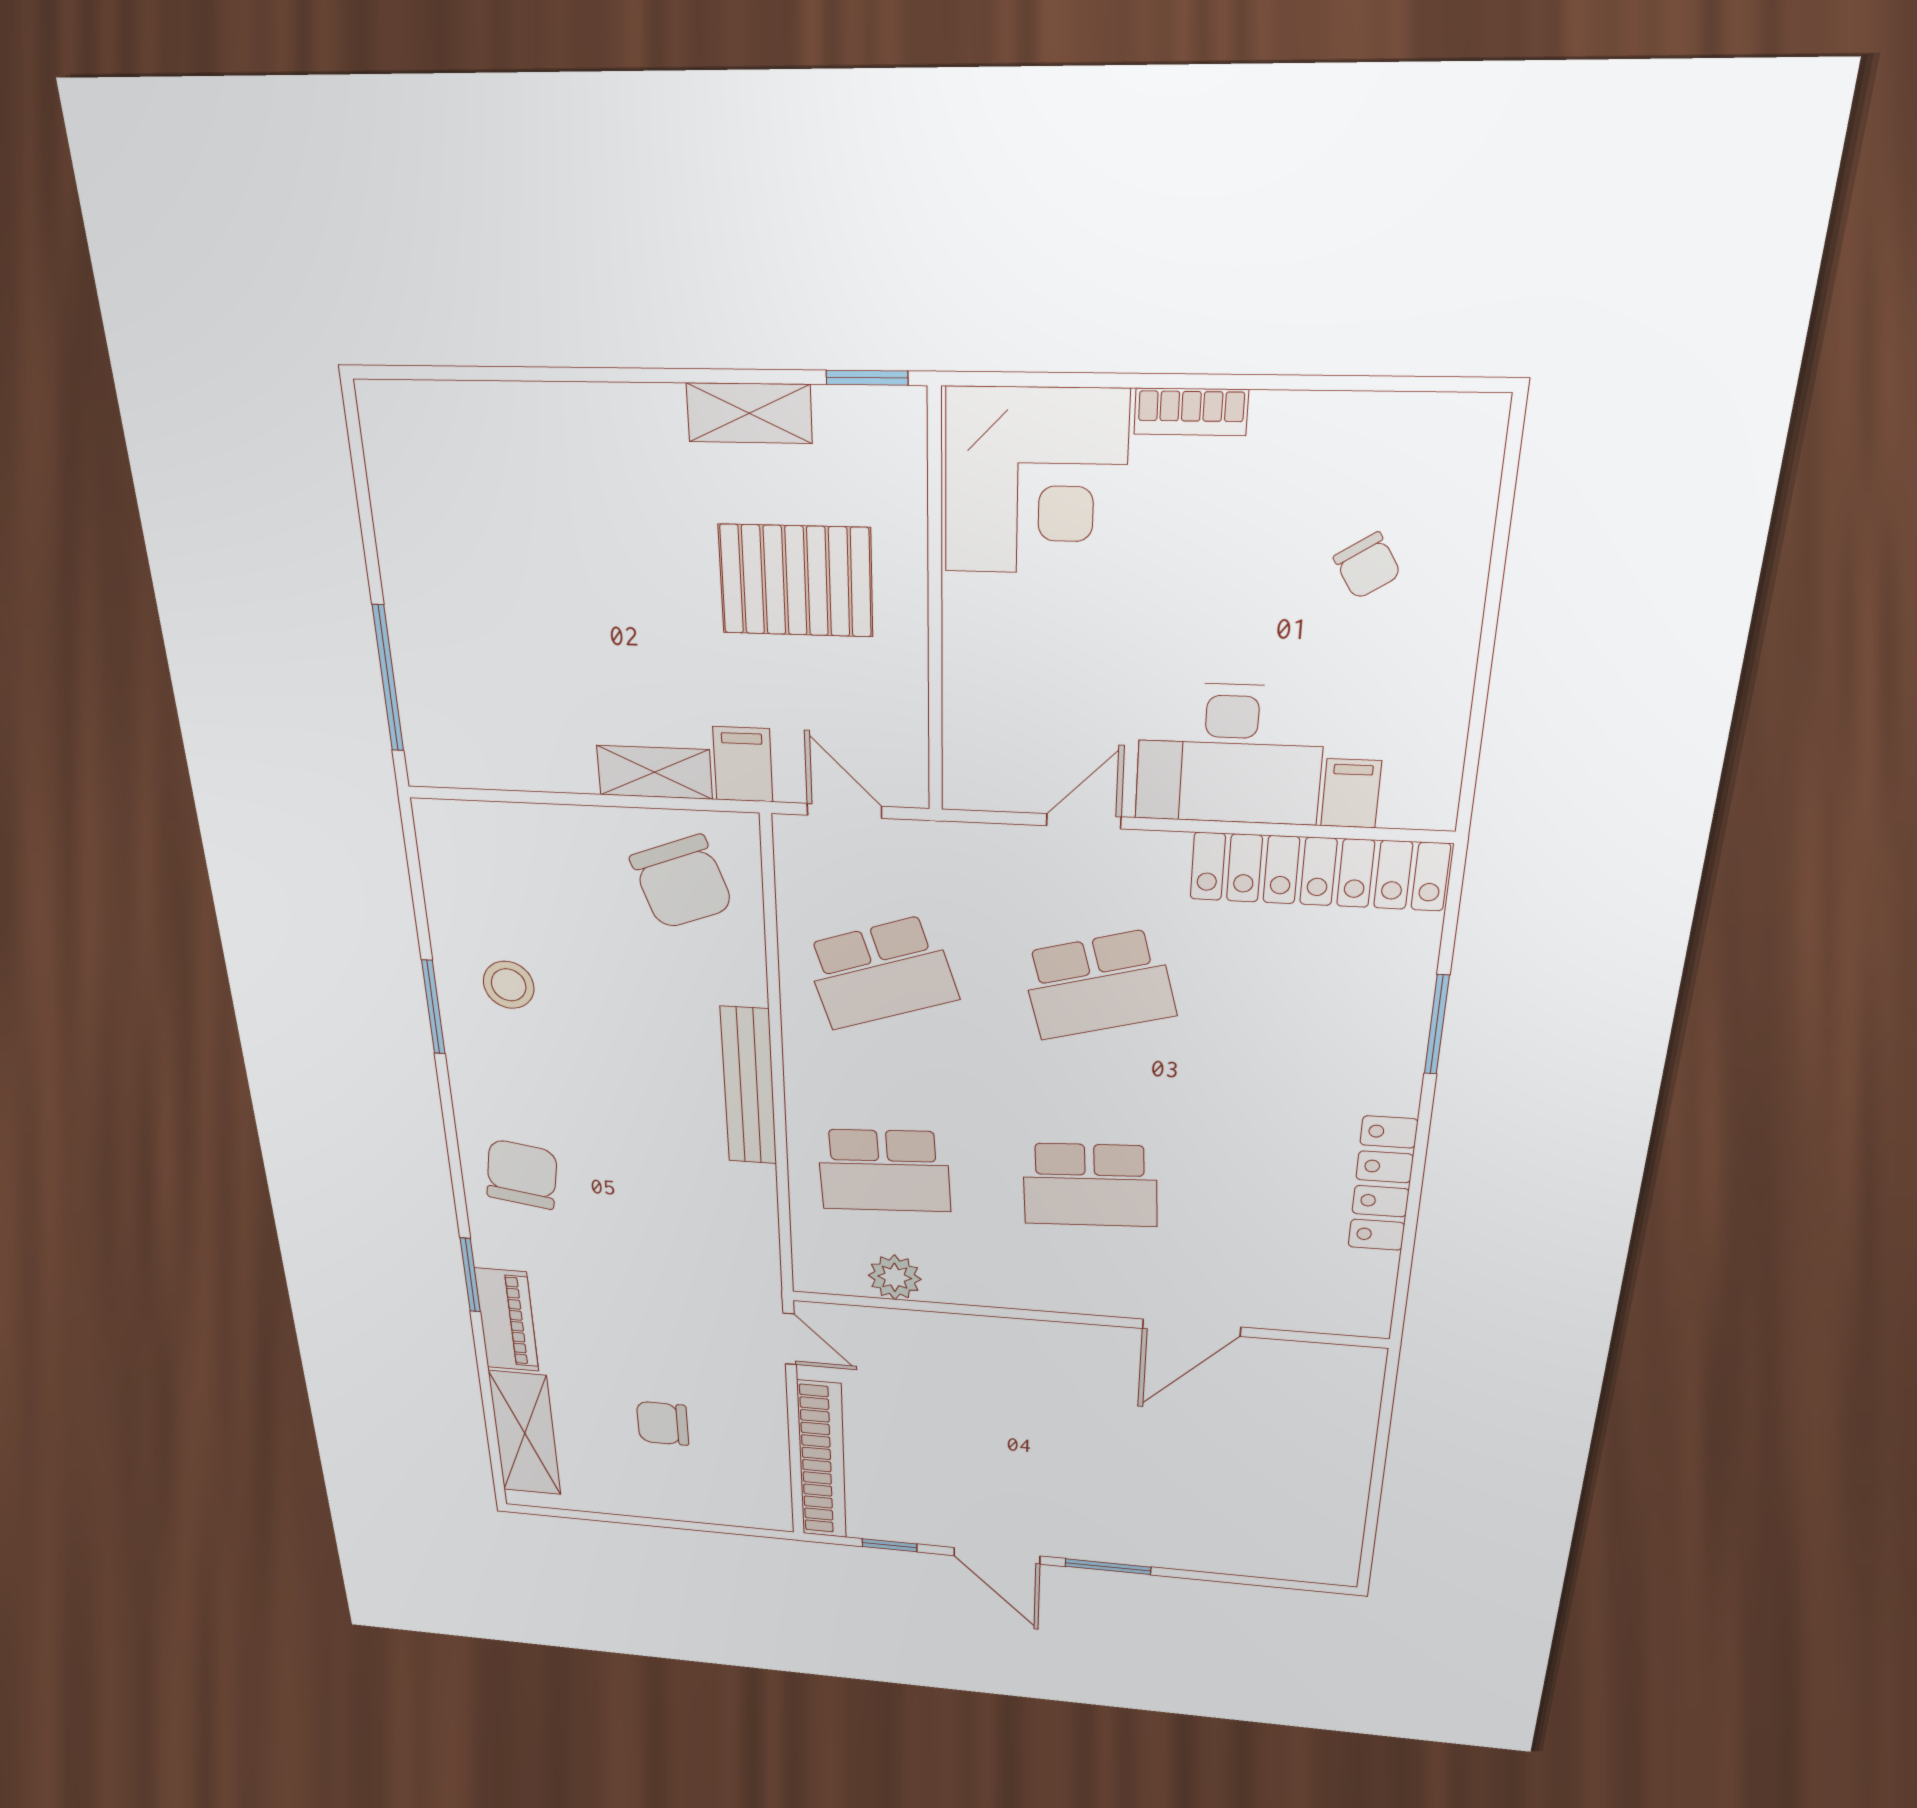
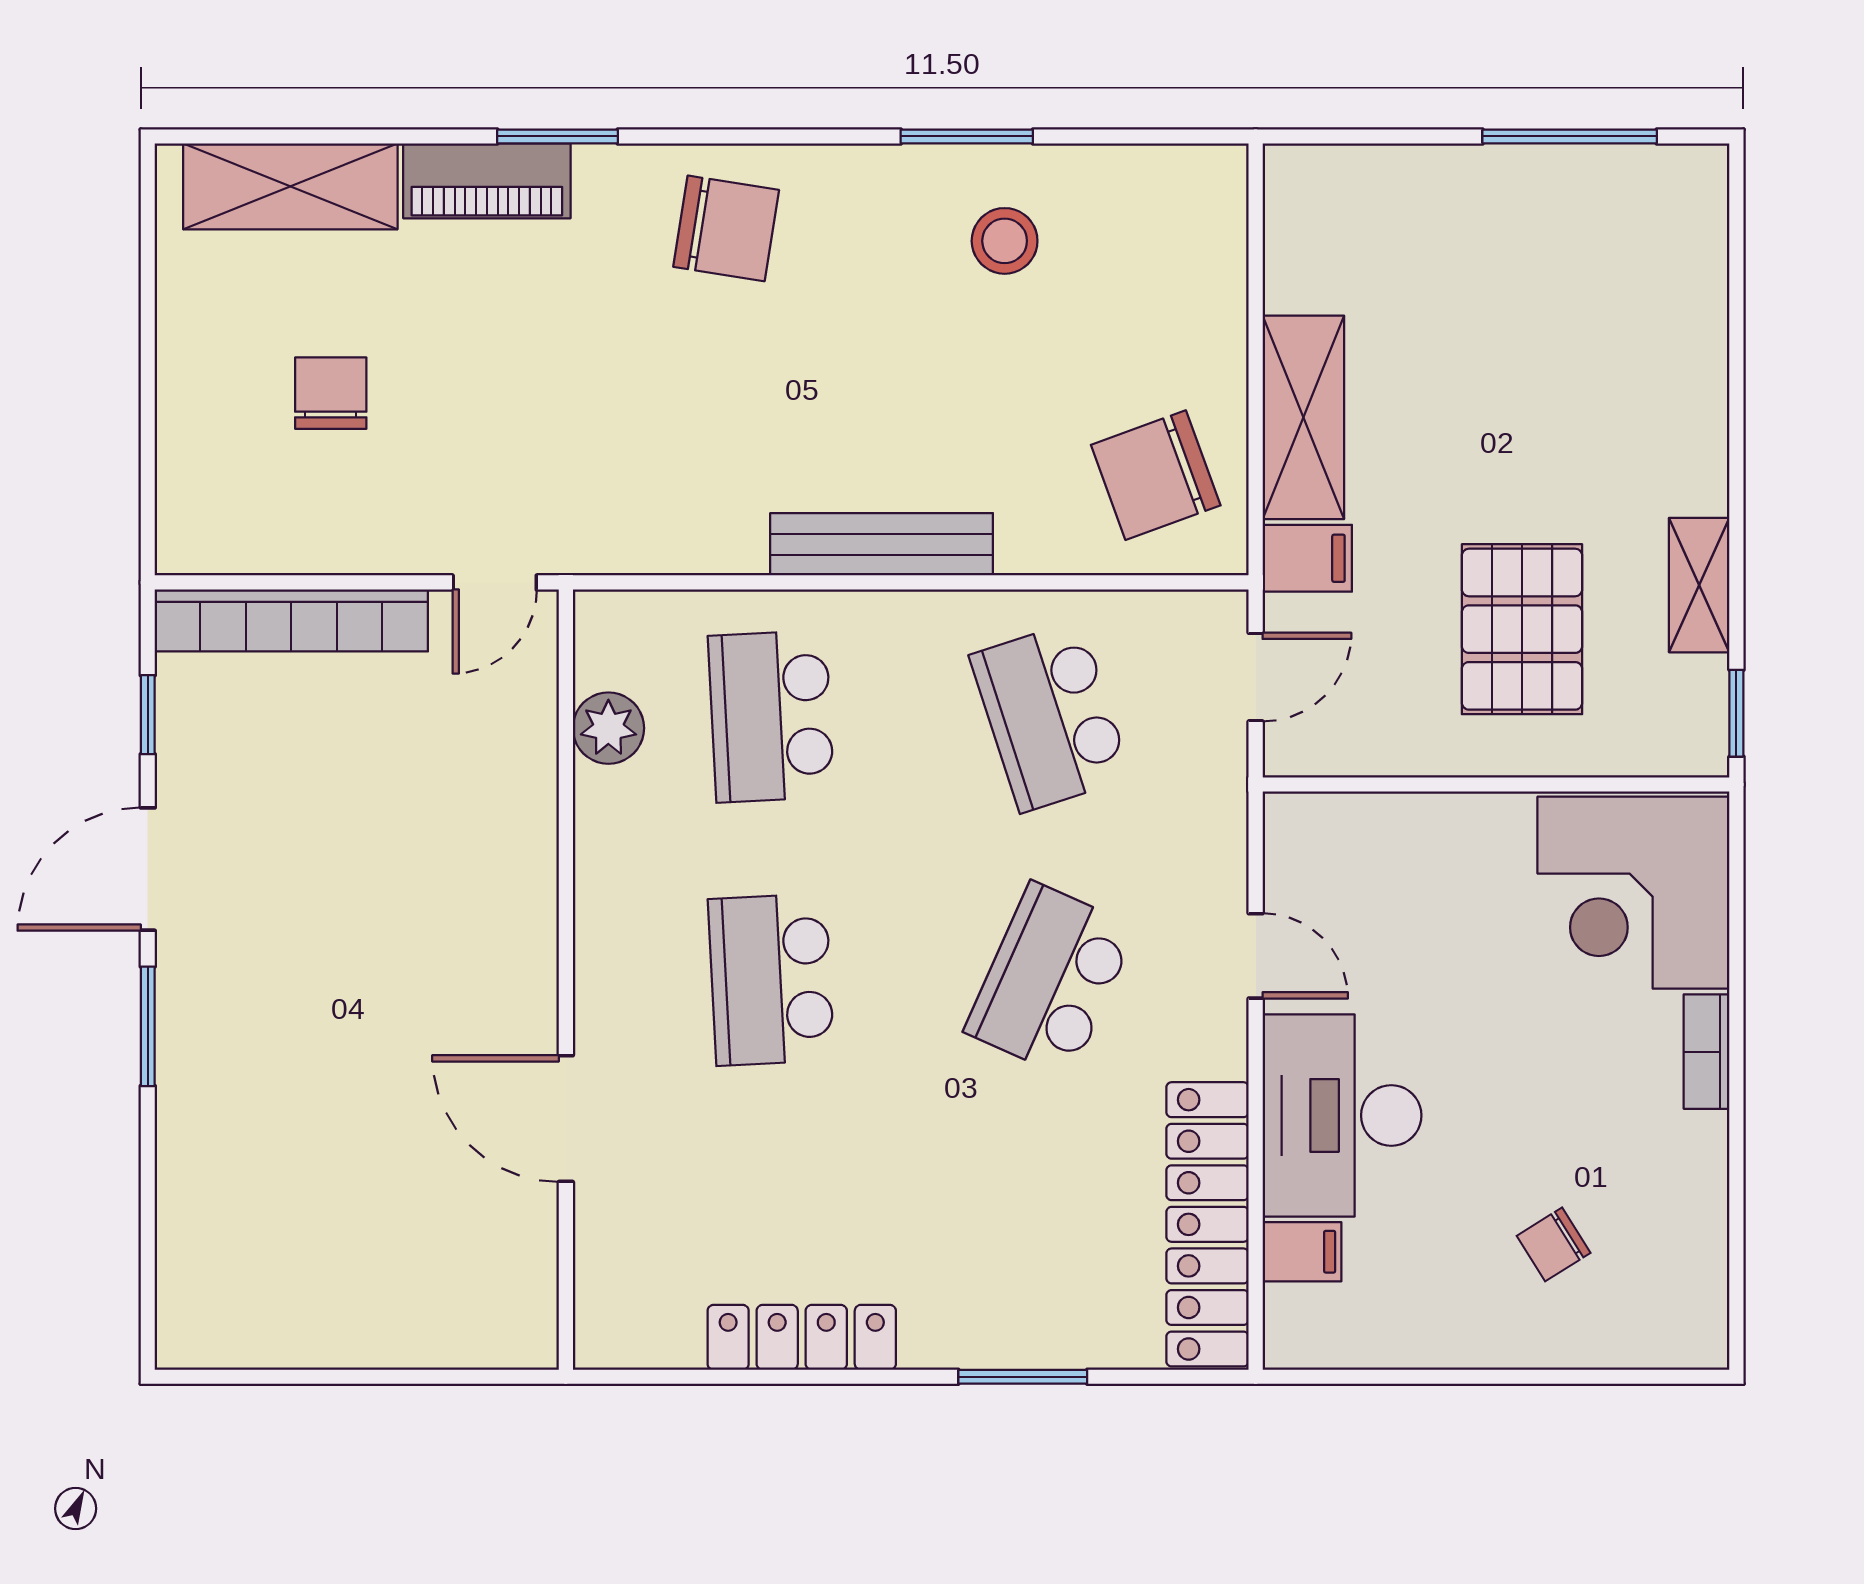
window: (388, 679) -> (1570, 136), moved
shelving: (655, 772) -> (1303, 417), width x1.50, depth x1.33
school desk: (1098, 984) -> (1050, 980), turned 39

